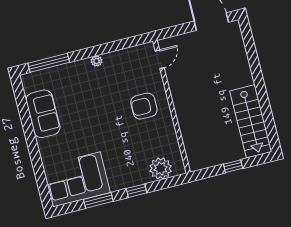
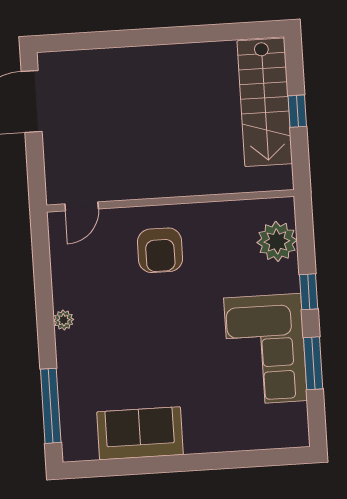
door: (160, 59) -> (82, 206), swing flipped
stairs: (251, 121) -> (265, 102), moved, turned 90
corner sofa: (76, 179) -> (266, 349), moved

